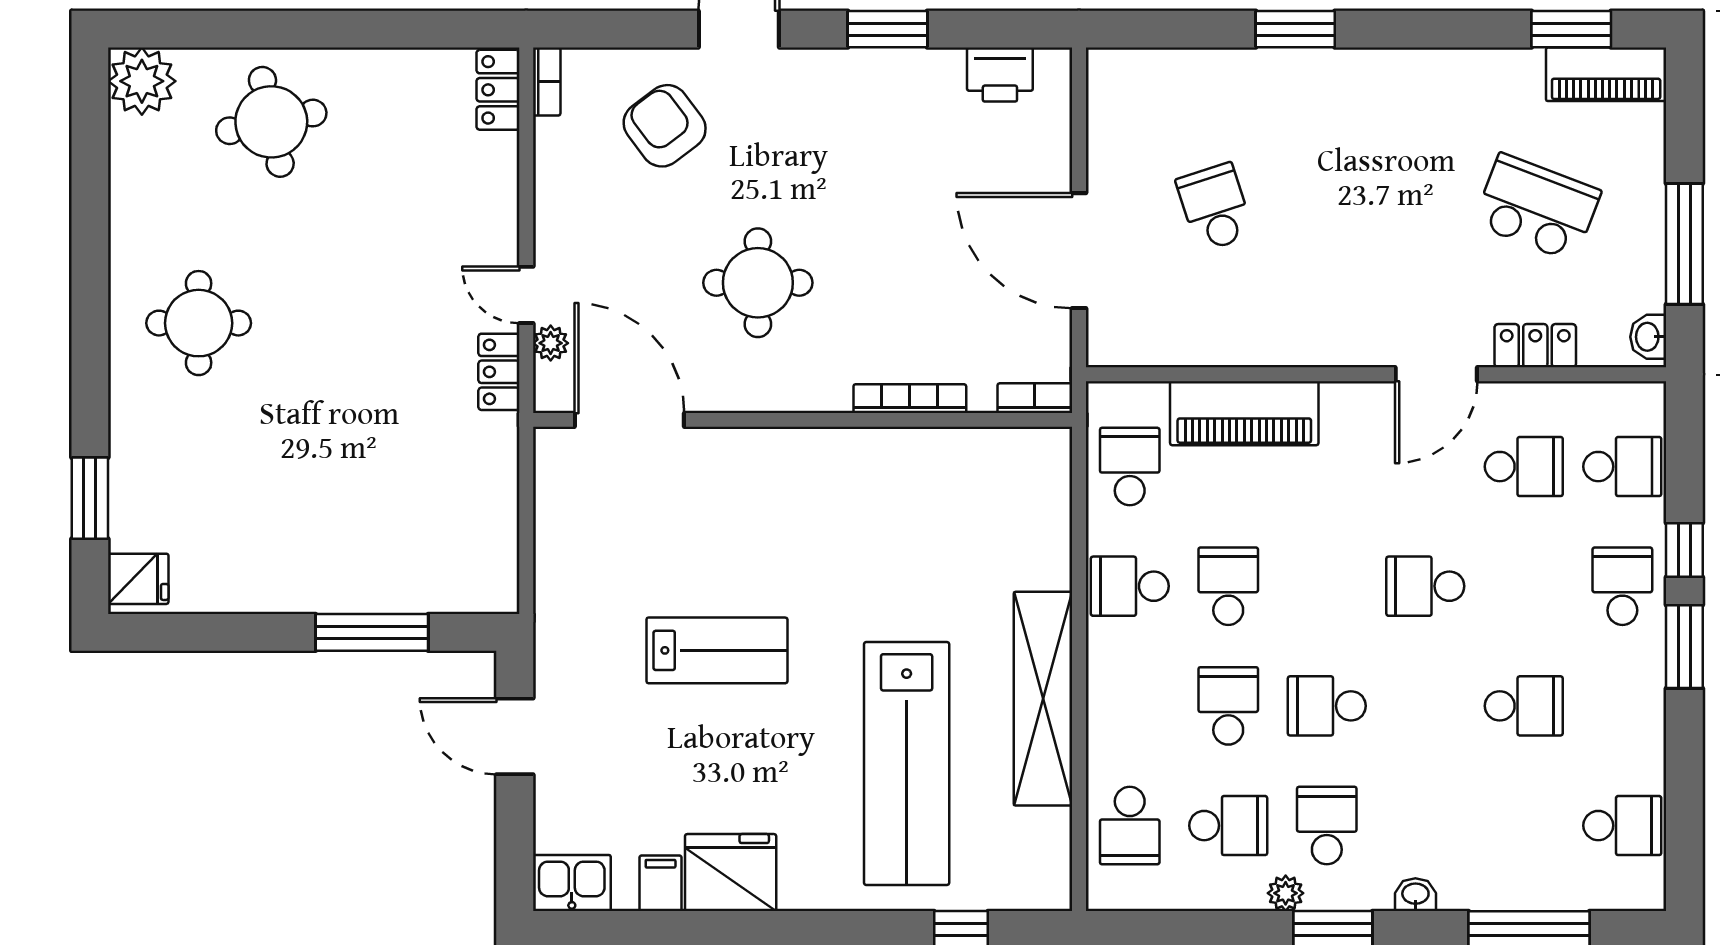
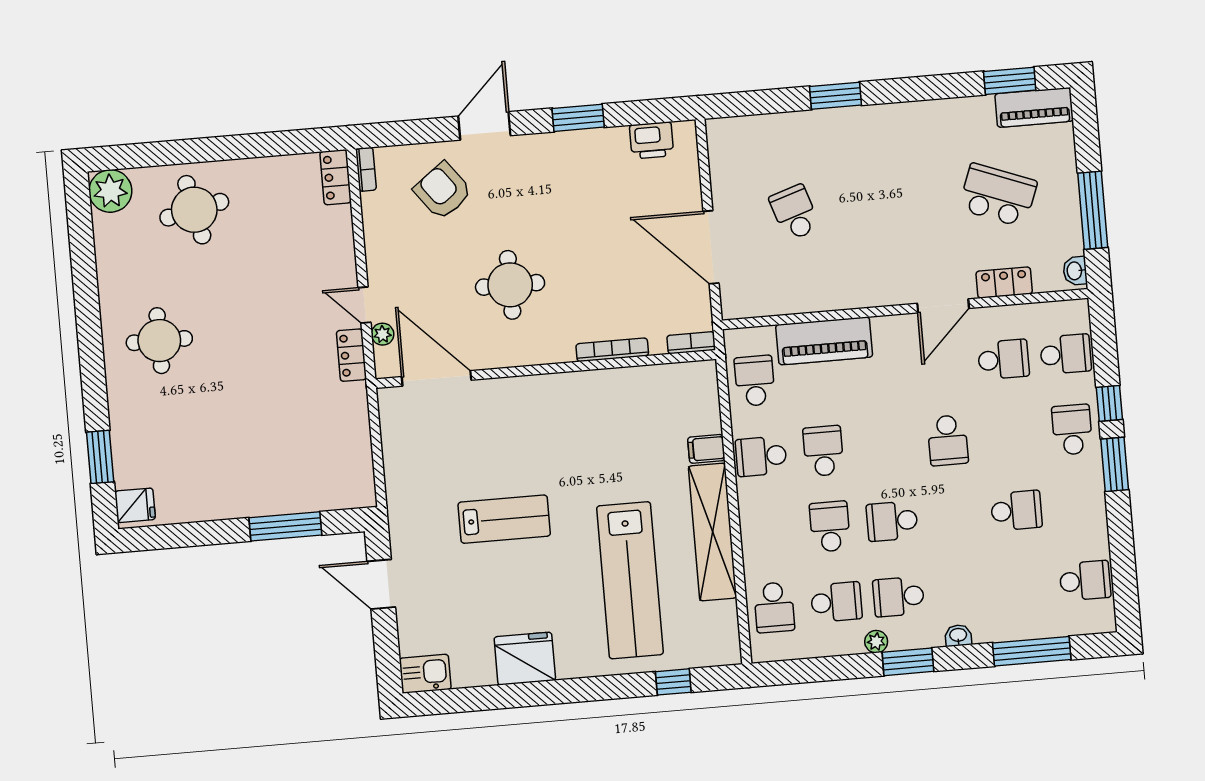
school desk: (1425, 586) -> (948, 440), turned -90
school desk: (1327, 826) -> (898, 597), turned -90
filing cabinet: (661, 883) -> (706, 449), moved, turned -90

